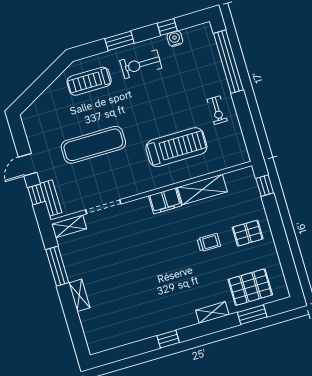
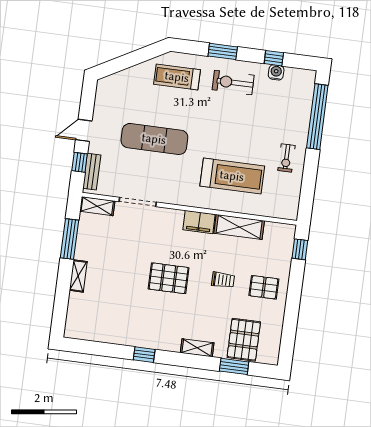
pallet: (160, 262) -> (169, 278), added
pallet: (250, 287) -> (244, 340), turned 90

